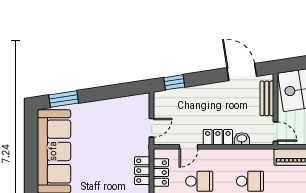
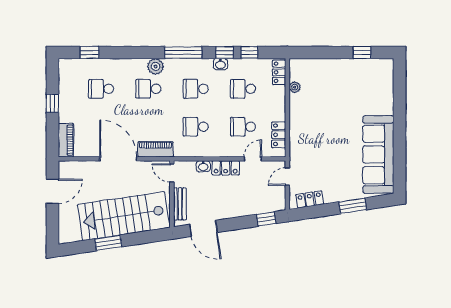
window: (64, 99) -> (353, 206), moved
locker: (142, 171) -> (310, 199), moved, turned -99

